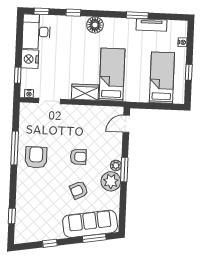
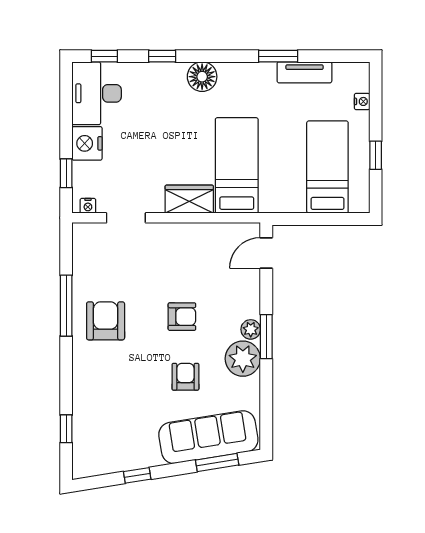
armchair: (79, 190) -> (185, 377), turned 116

